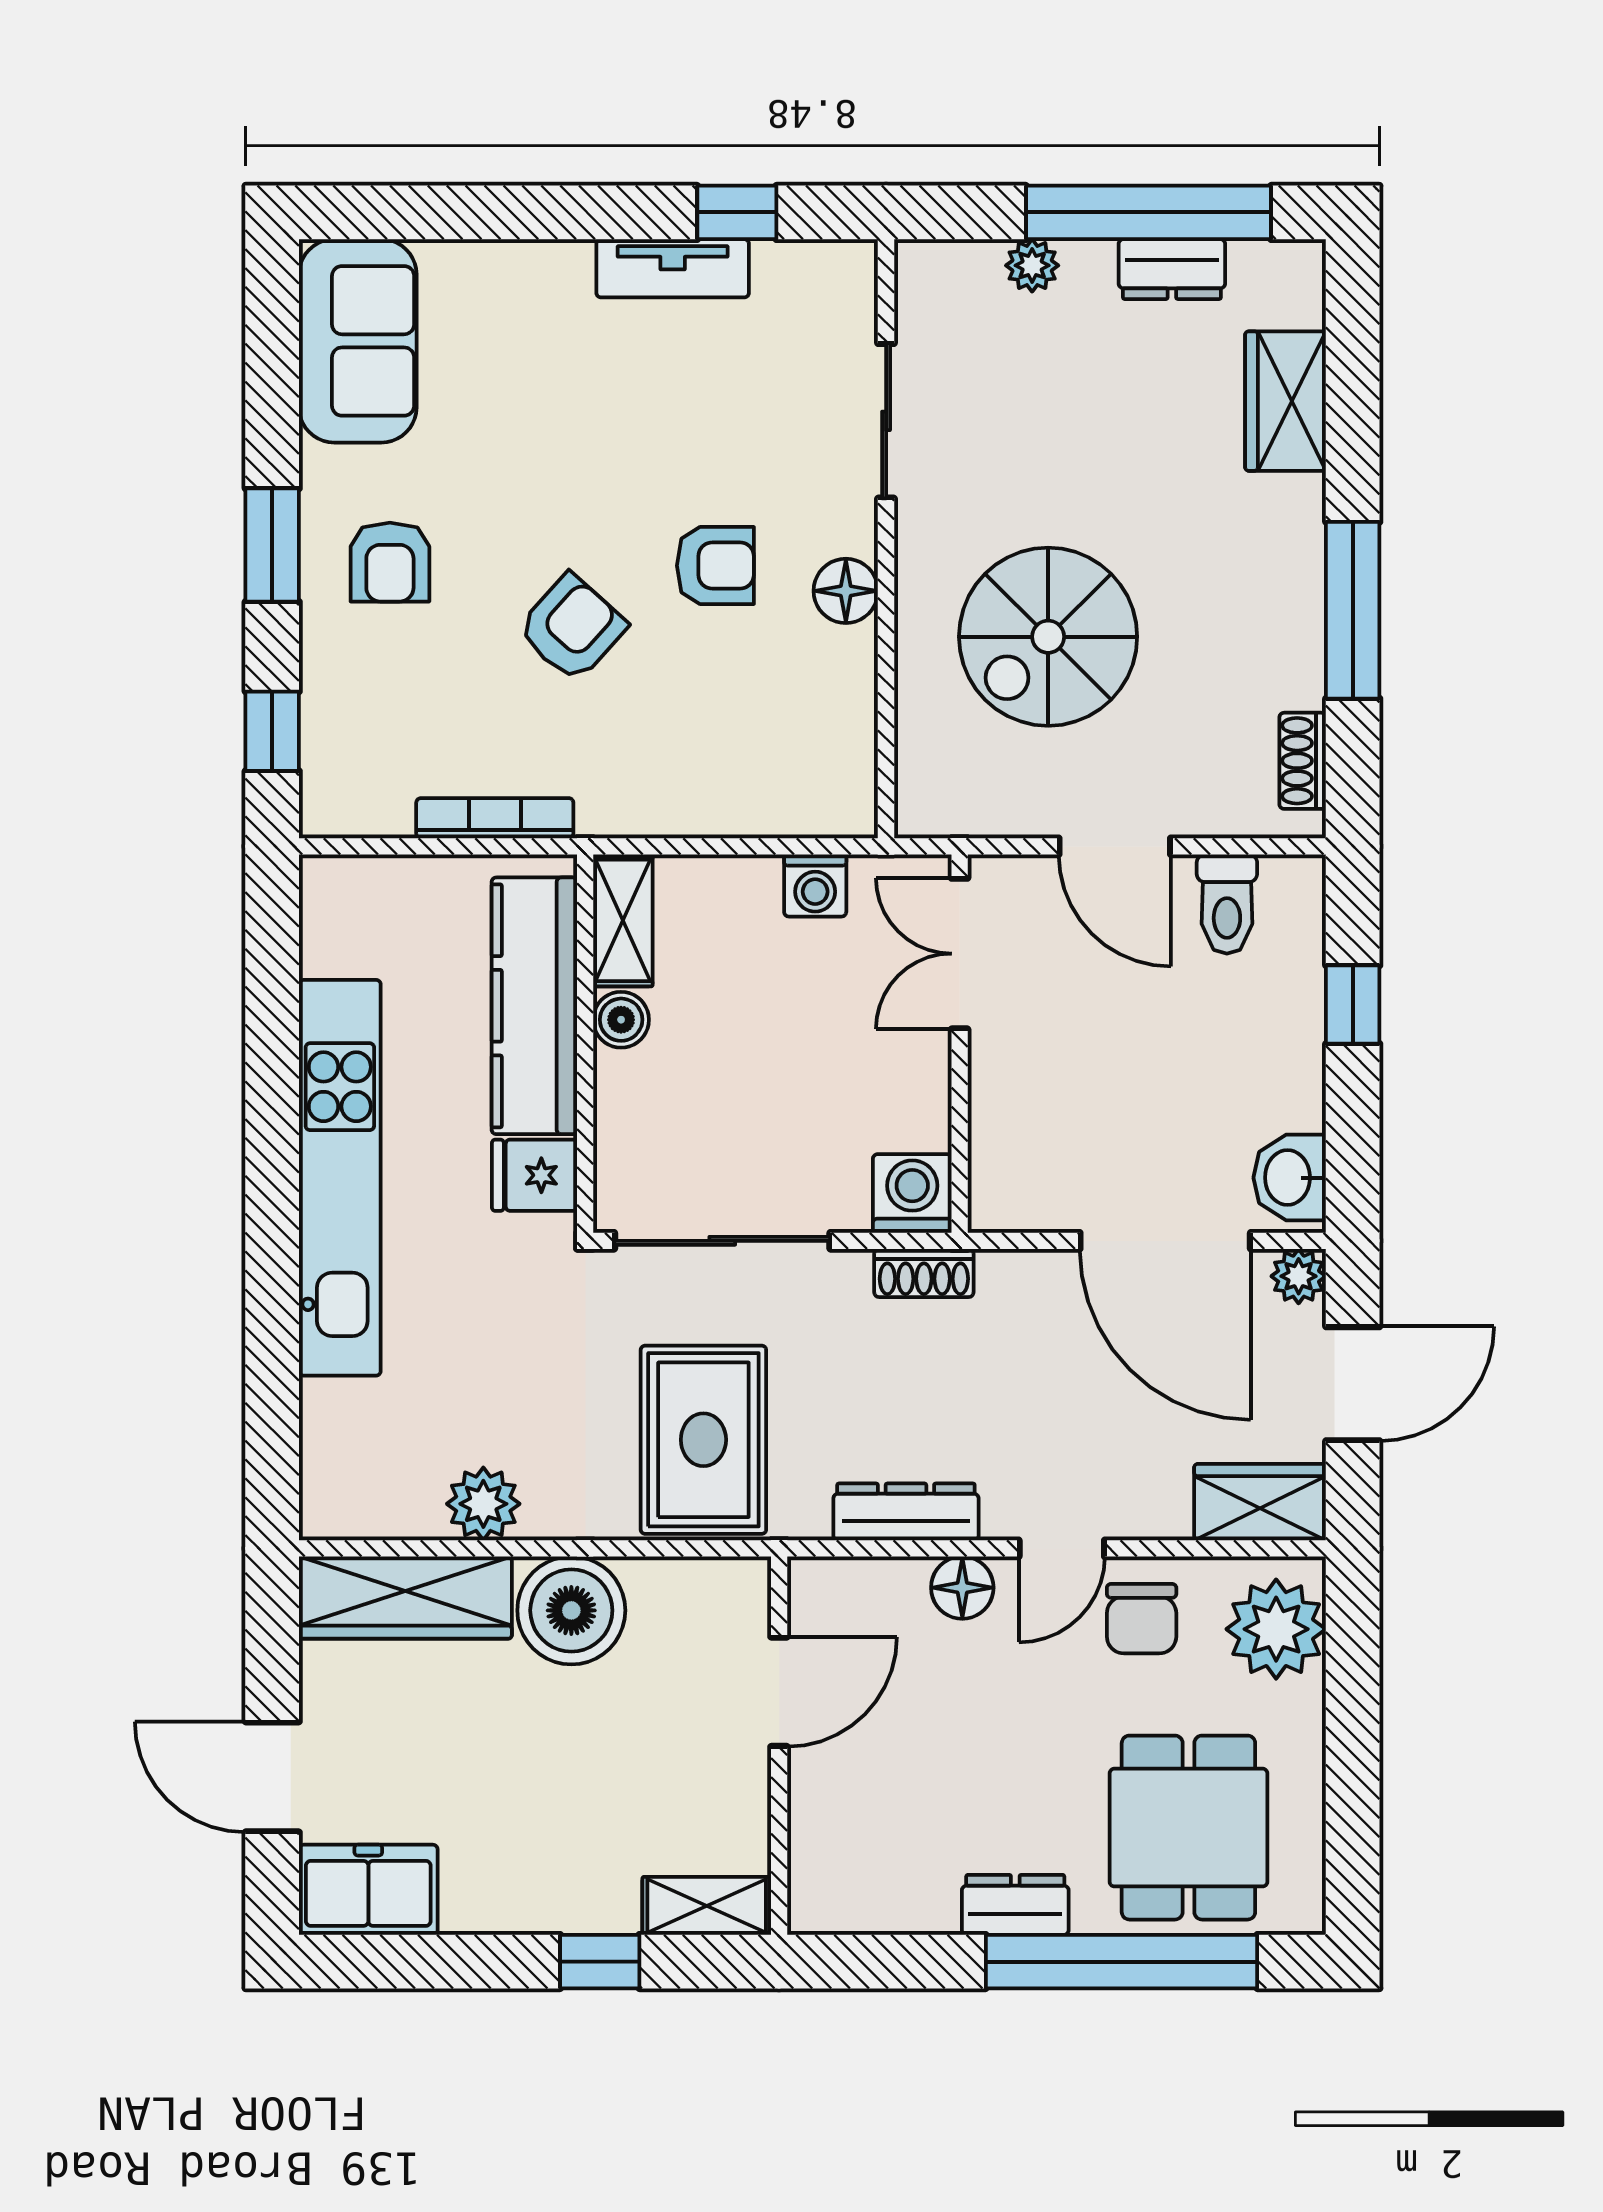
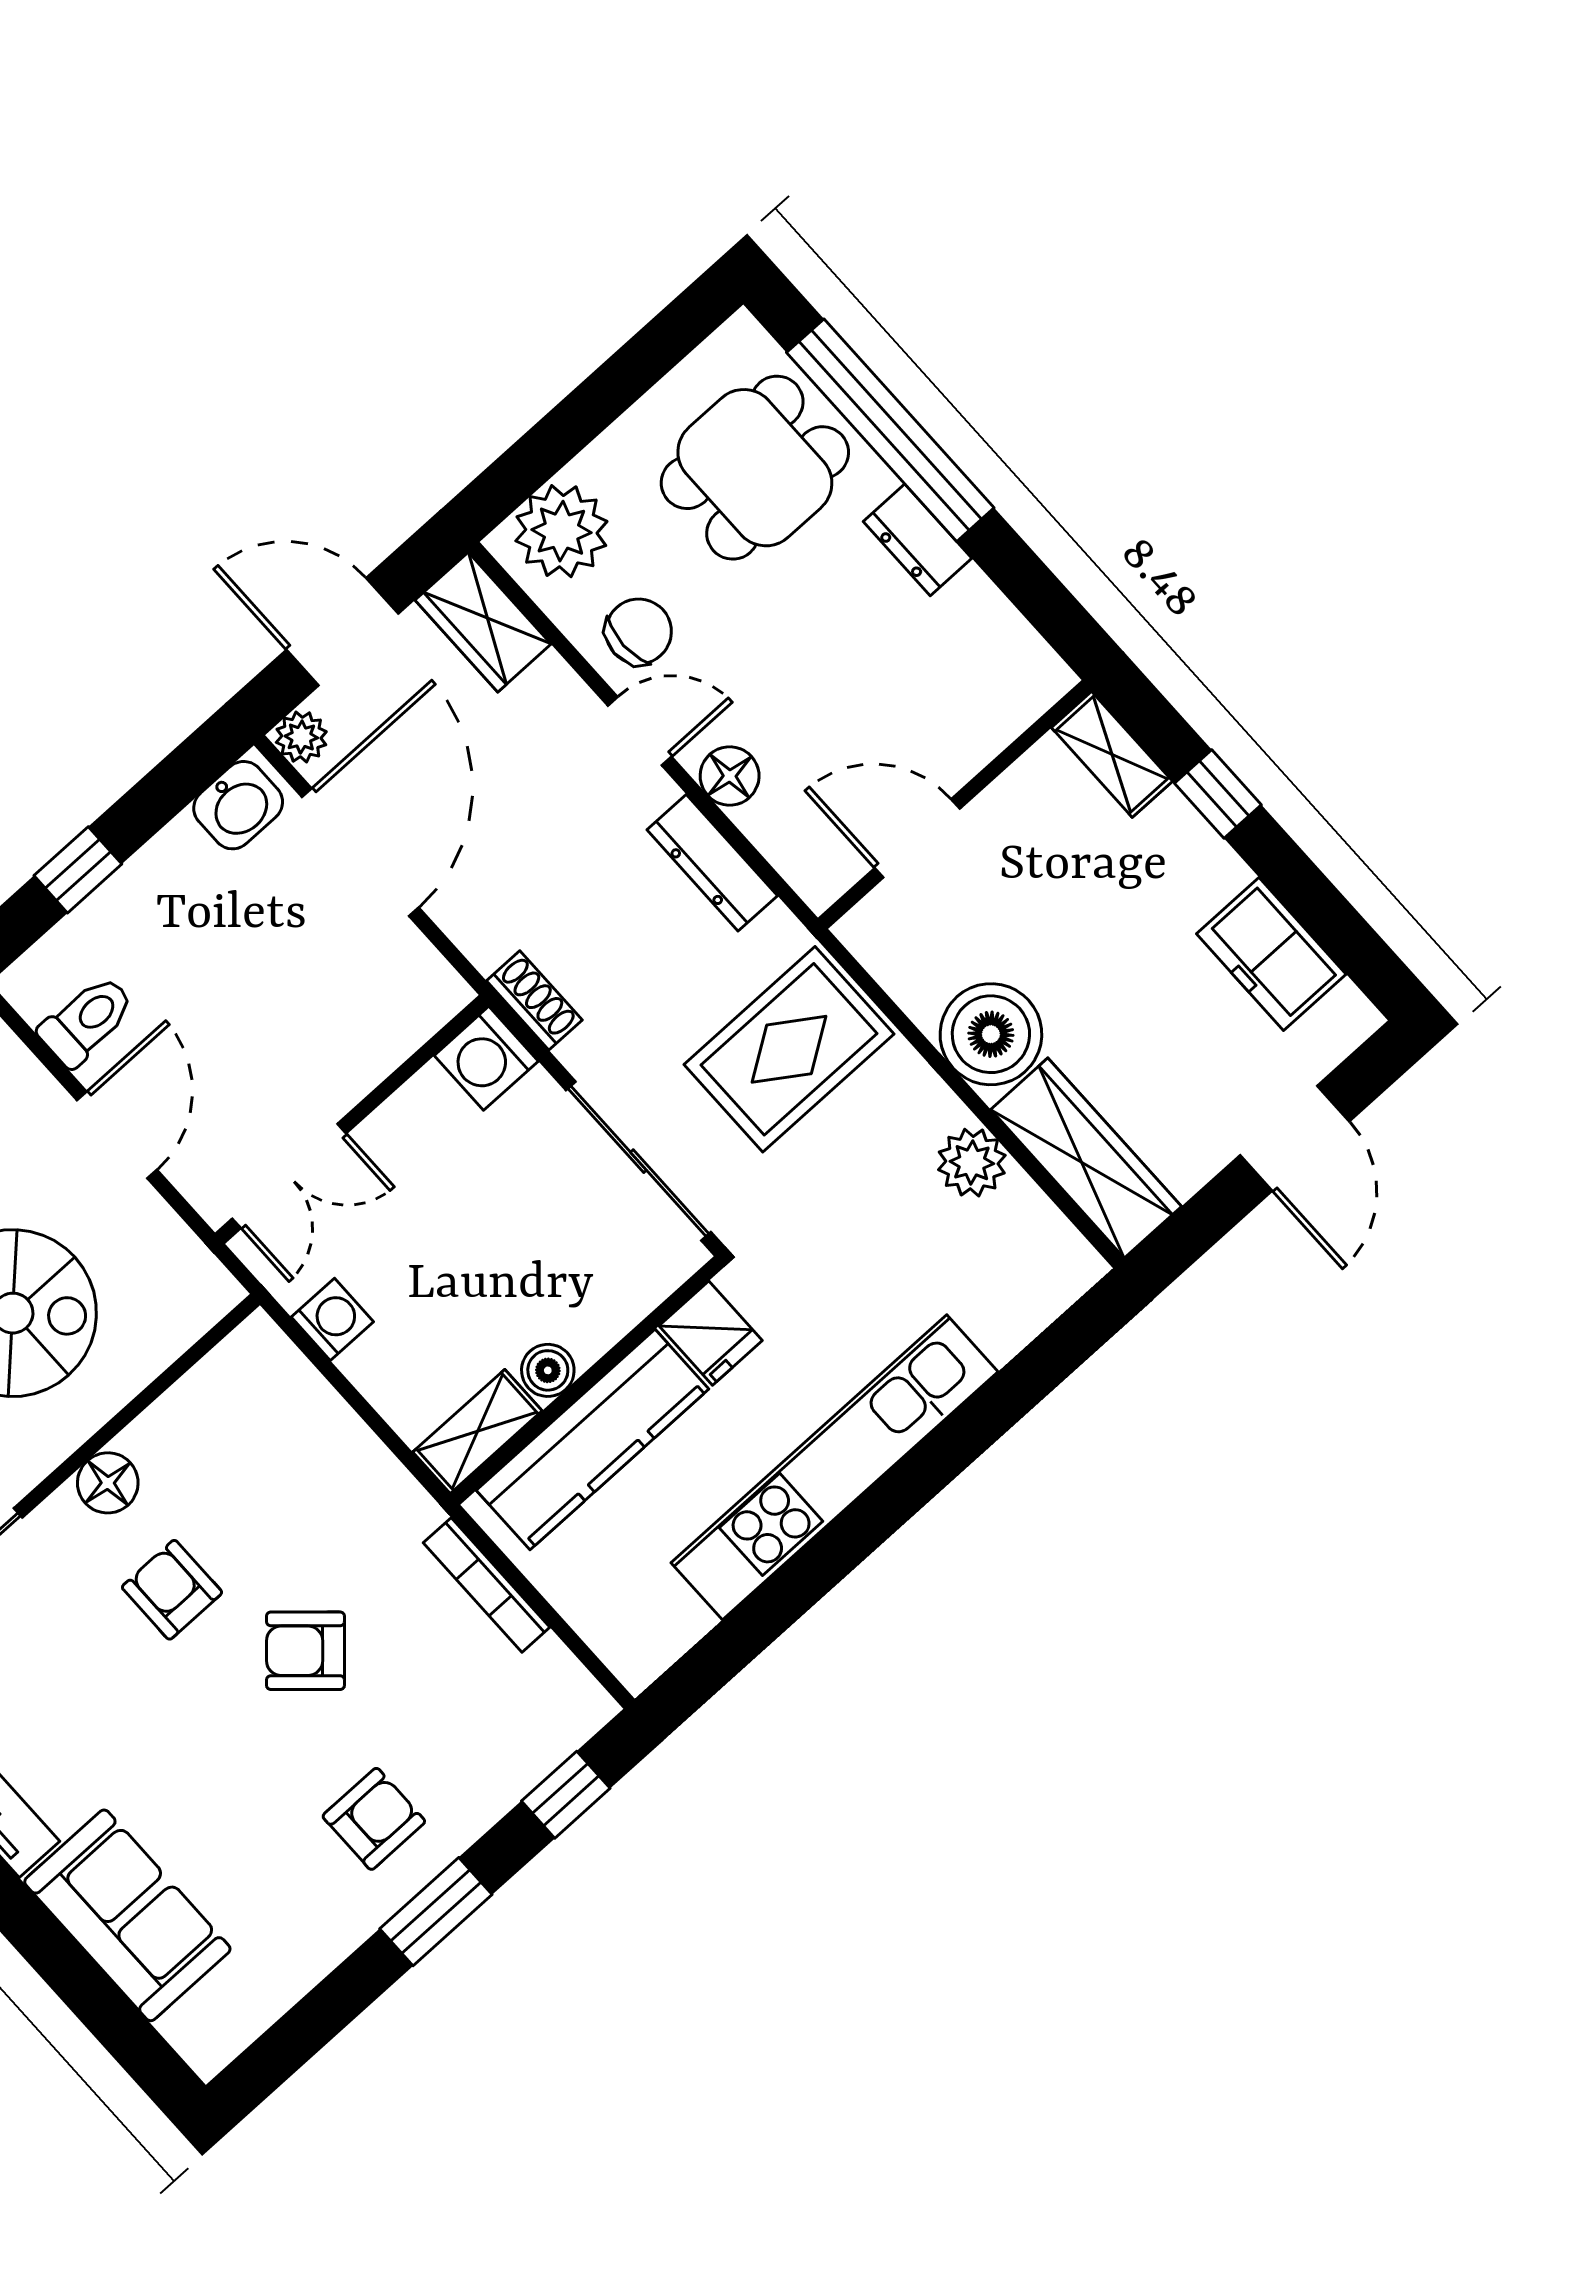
sofa: (358, 341) -> (127, 1915), moved, turned 90
freezer: (368, 1890) -> (1271, 954), moved

